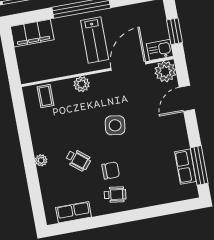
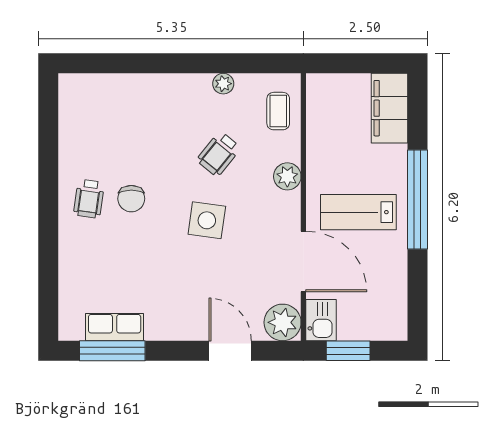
coffee table: (45, 96) -> (278, 111), turned 90
plant: (41, 160) -> (223, 84), moved
wheelchair: (78, 160) -> (219, 154), moved
row of seats: (74, 212) -> (72, 123), removed

